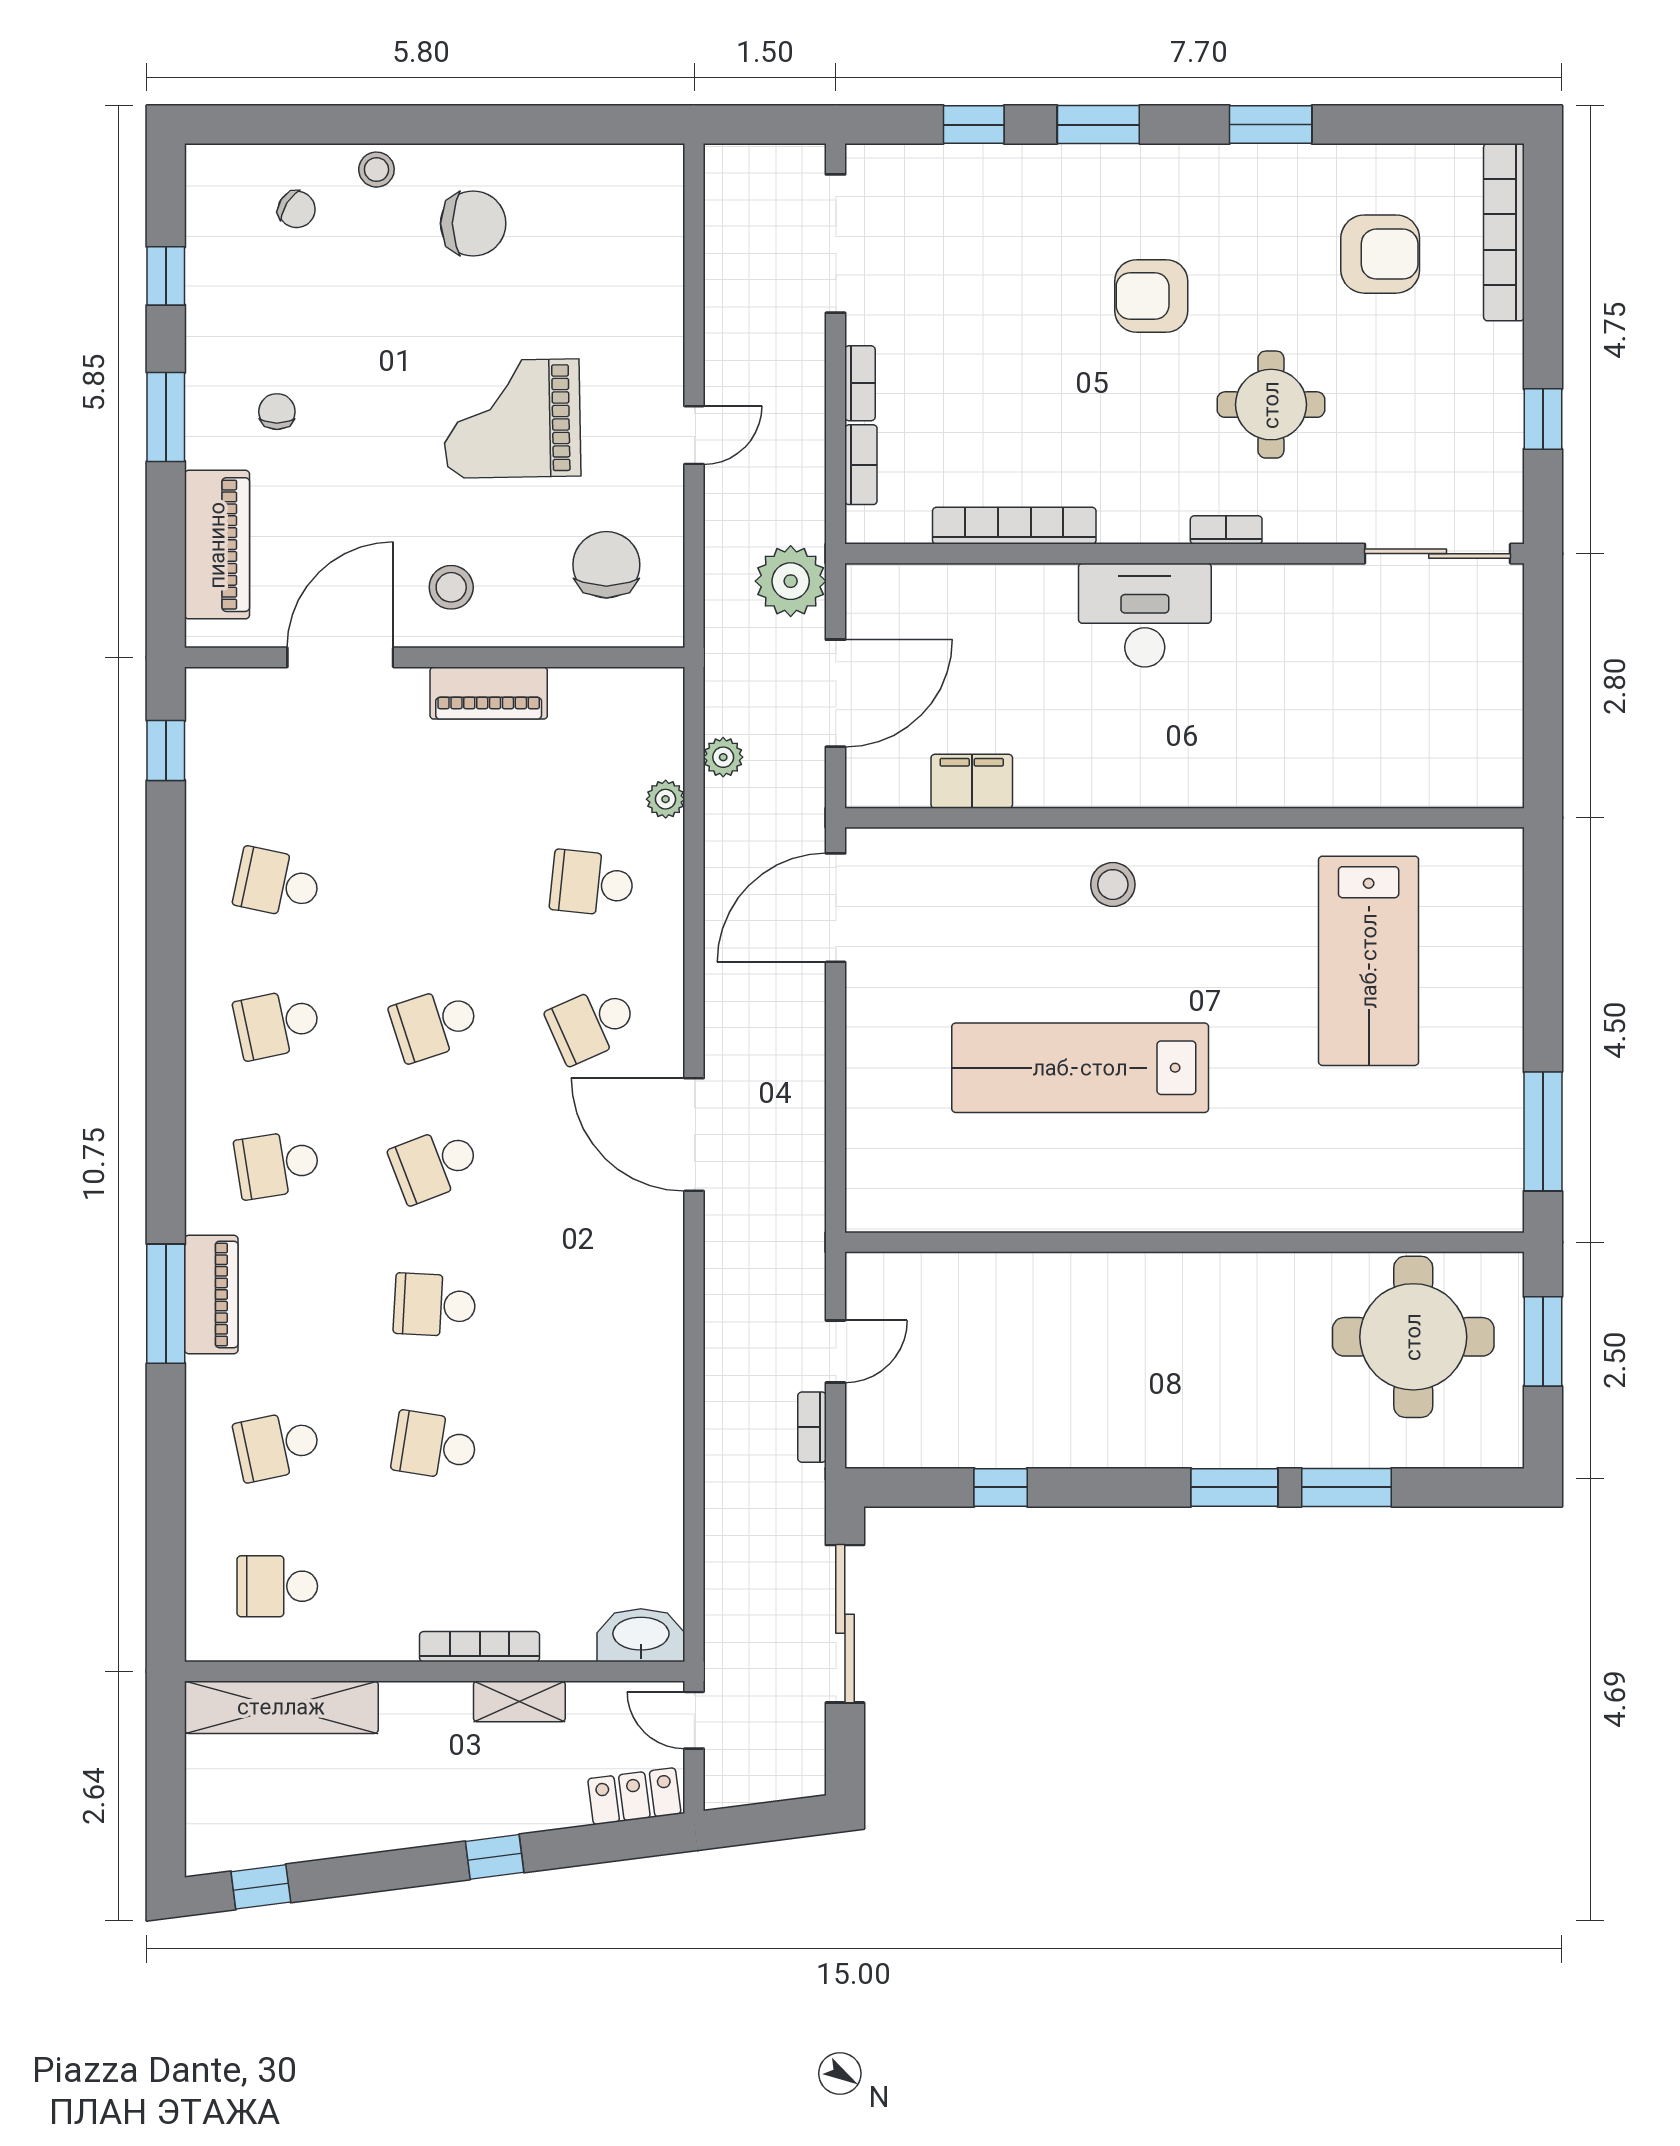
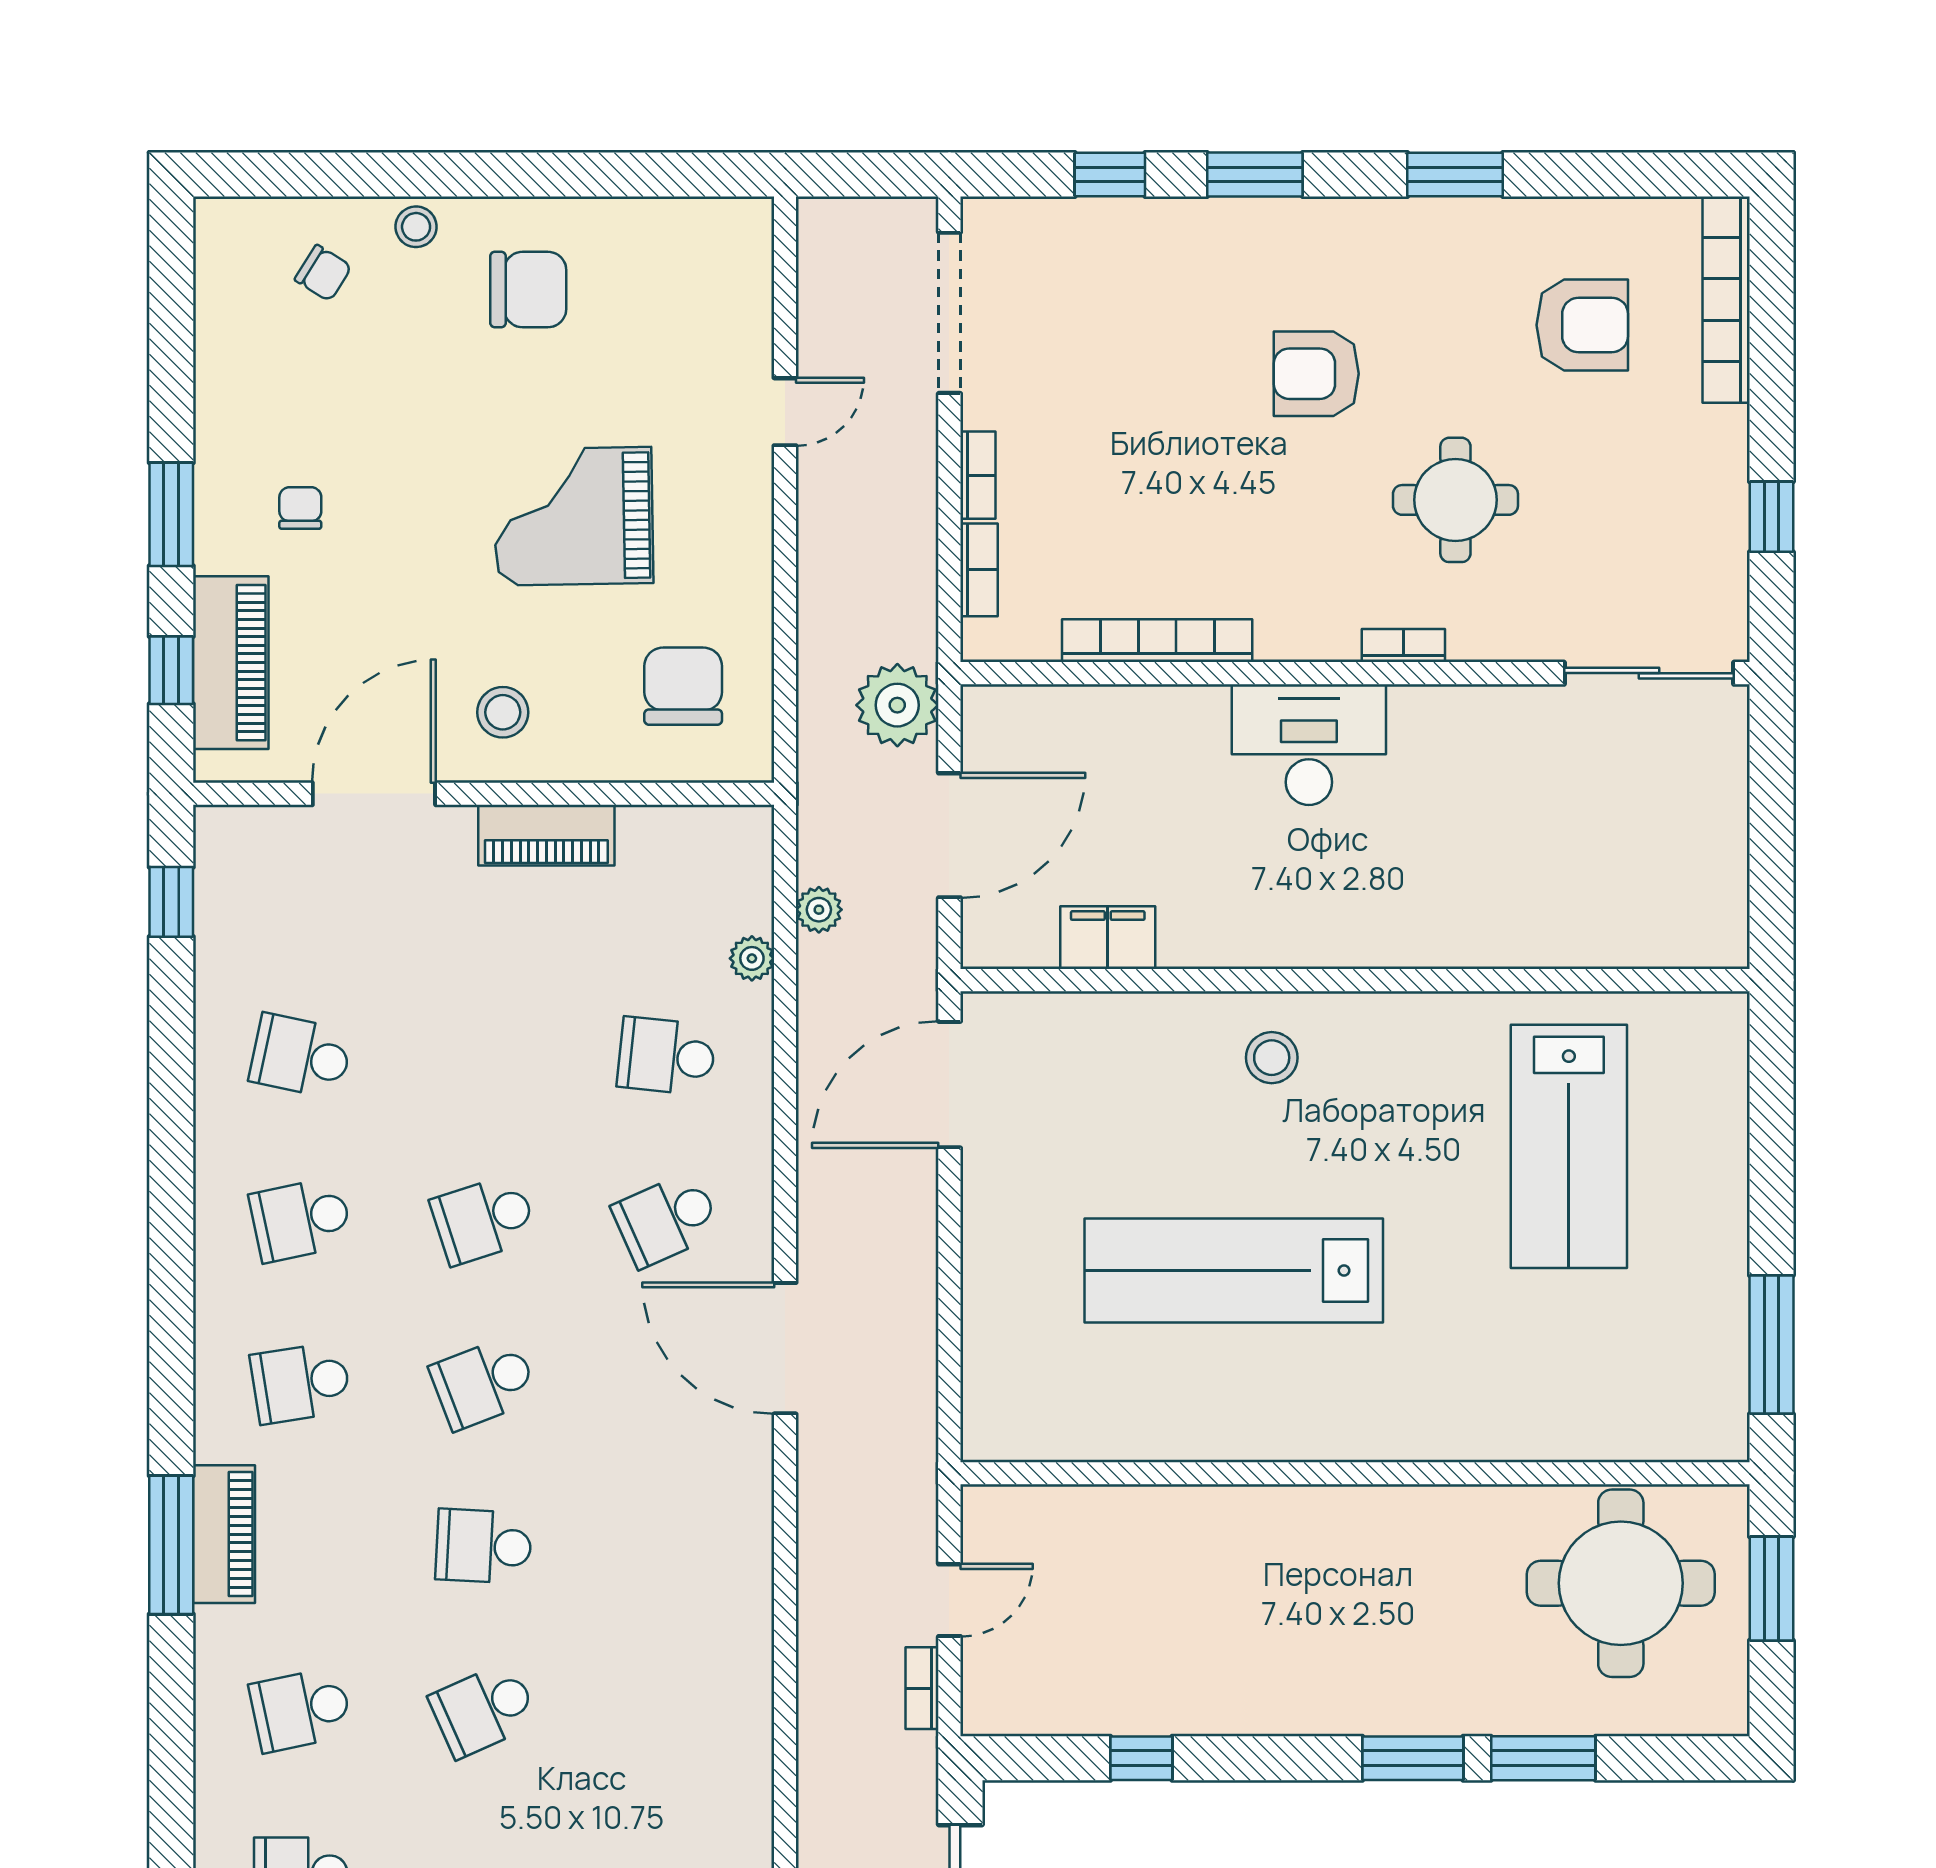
window: (166, 276) -> (171, 670), moved
door: (694, 435) -> (785, 412), moved
school desk: (435, 1446) -> (484, 1710), turned -33

